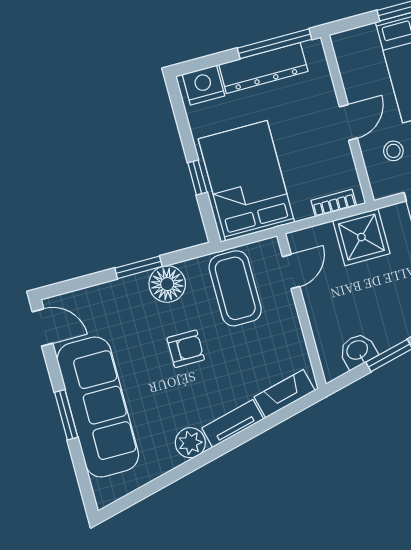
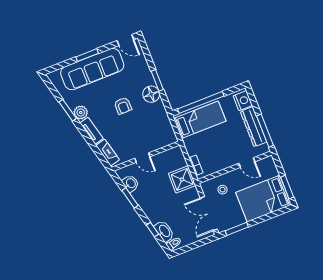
door: (348, 122) -> (247, 163), moved
window: (197, 178) -> (201, 102), width x3.17
bed: (246, 181) -> (200, 120), width x0.67
door: (291, 272) -> (142, 158), moved
coffee table: (235, 288) -> (153, 125), removed
door: (43, 327) -> (125, 40), hinge flipped
window: (182, 471) -> (68, 110), added

